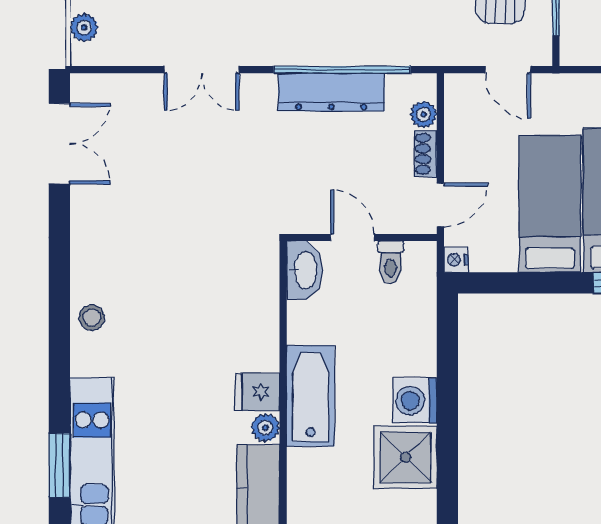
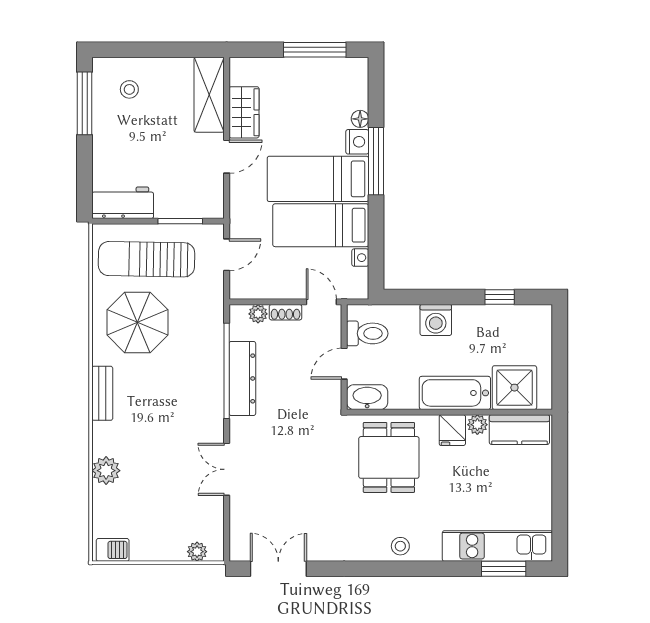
double door: (202, 70) -> (227, 469), swing flipped
nightstand: (456, 260) -> (360, 258), moved, turned -90
toilet: (391, 262) -> (367, 333), width x1.37, depth x1.39
dining table: (218, 301) -> (389, 457), added
washing machine: (415, 401) -> (436, 320), moved
shower: (405, 457) -> (514, 388), moved
window: (447, 459) -> (500, 297), added

